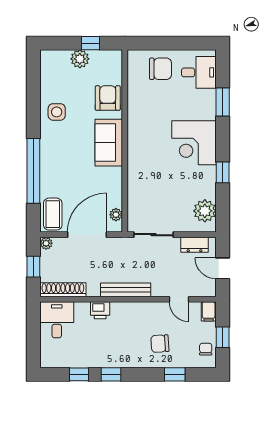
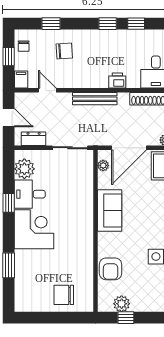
plant: (80, 59) -> (122, 304), moved
desk: (199, 72) -> (30, 194), moved
sofa: (109, 143) -> (110, 210), moved

